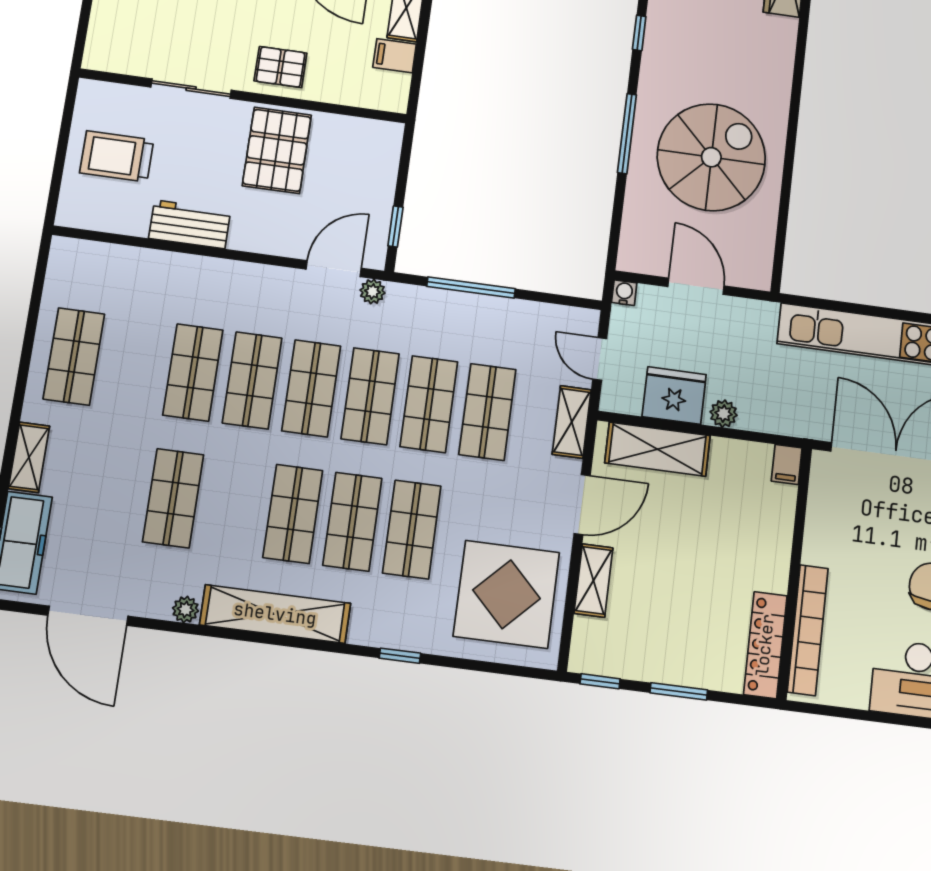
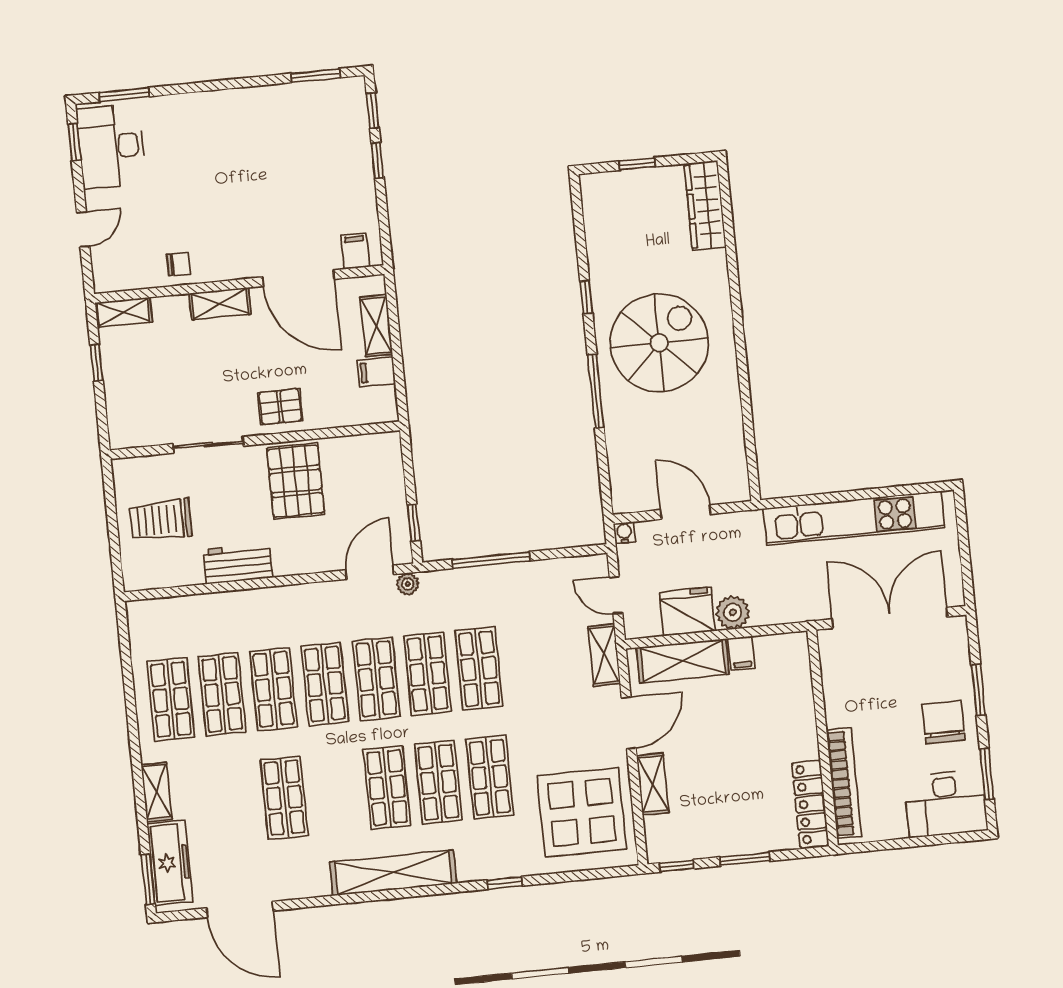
spiral stairs: (711, 157) -> (659, 343), moved
shop shelf: (487, 412) -> (222, 694), moved
plant: (724, 414) -> (733, 612), width x1.38, depth x1.38
filing cabinet: (787, 464) -> (742, 653), moved
plant: (186, 609) -> (318, 886), removed

